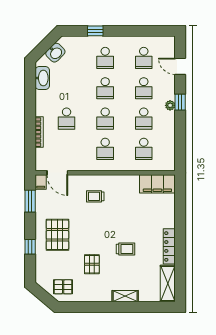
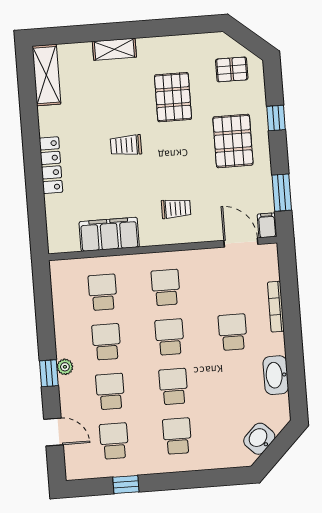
window: (95, 31) -> (126, 484), moved
washbasin: (42, 78) -> (276, 375), moved
filing cabinet: (157, 184) -> (109, 234), moved
locker: (169, 246) -> (51, 165), moved
trolley: (126, 249) -> (126, 145), moved
pallet: (92, 264) -> (173, 97), width x1.50, depth x1.42
pallet: (63, 287) -> (232, 69), moved

